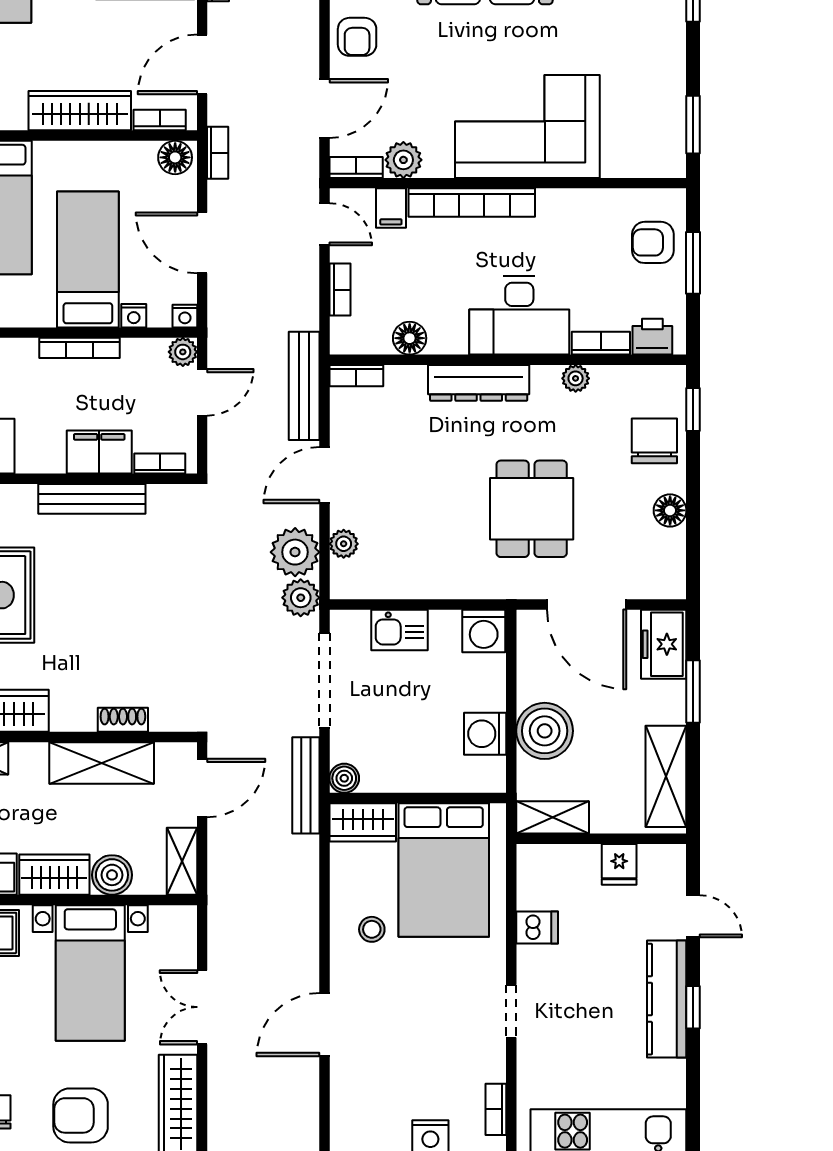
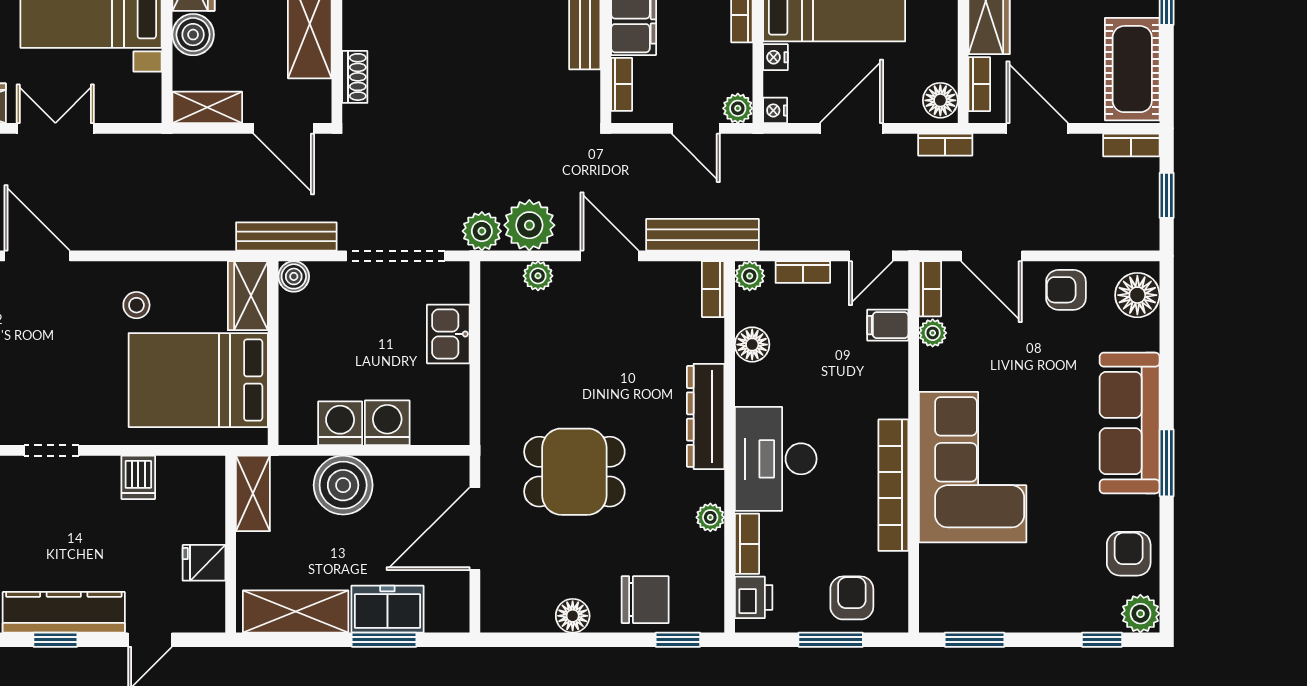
plant: (403, 160) -> (933, 333), width x0.73, depth x0.73
bookcase: (472, 203) -> (893, 485), moved
plant: (344, 341) -> (750, 276), added
washing machine: (484, 631) -> (387, 423), moved, turned 90
freezer: (664, 644) -> (387, 609), moved
shoe rack: (123, 720) -> (355, 77), moved

